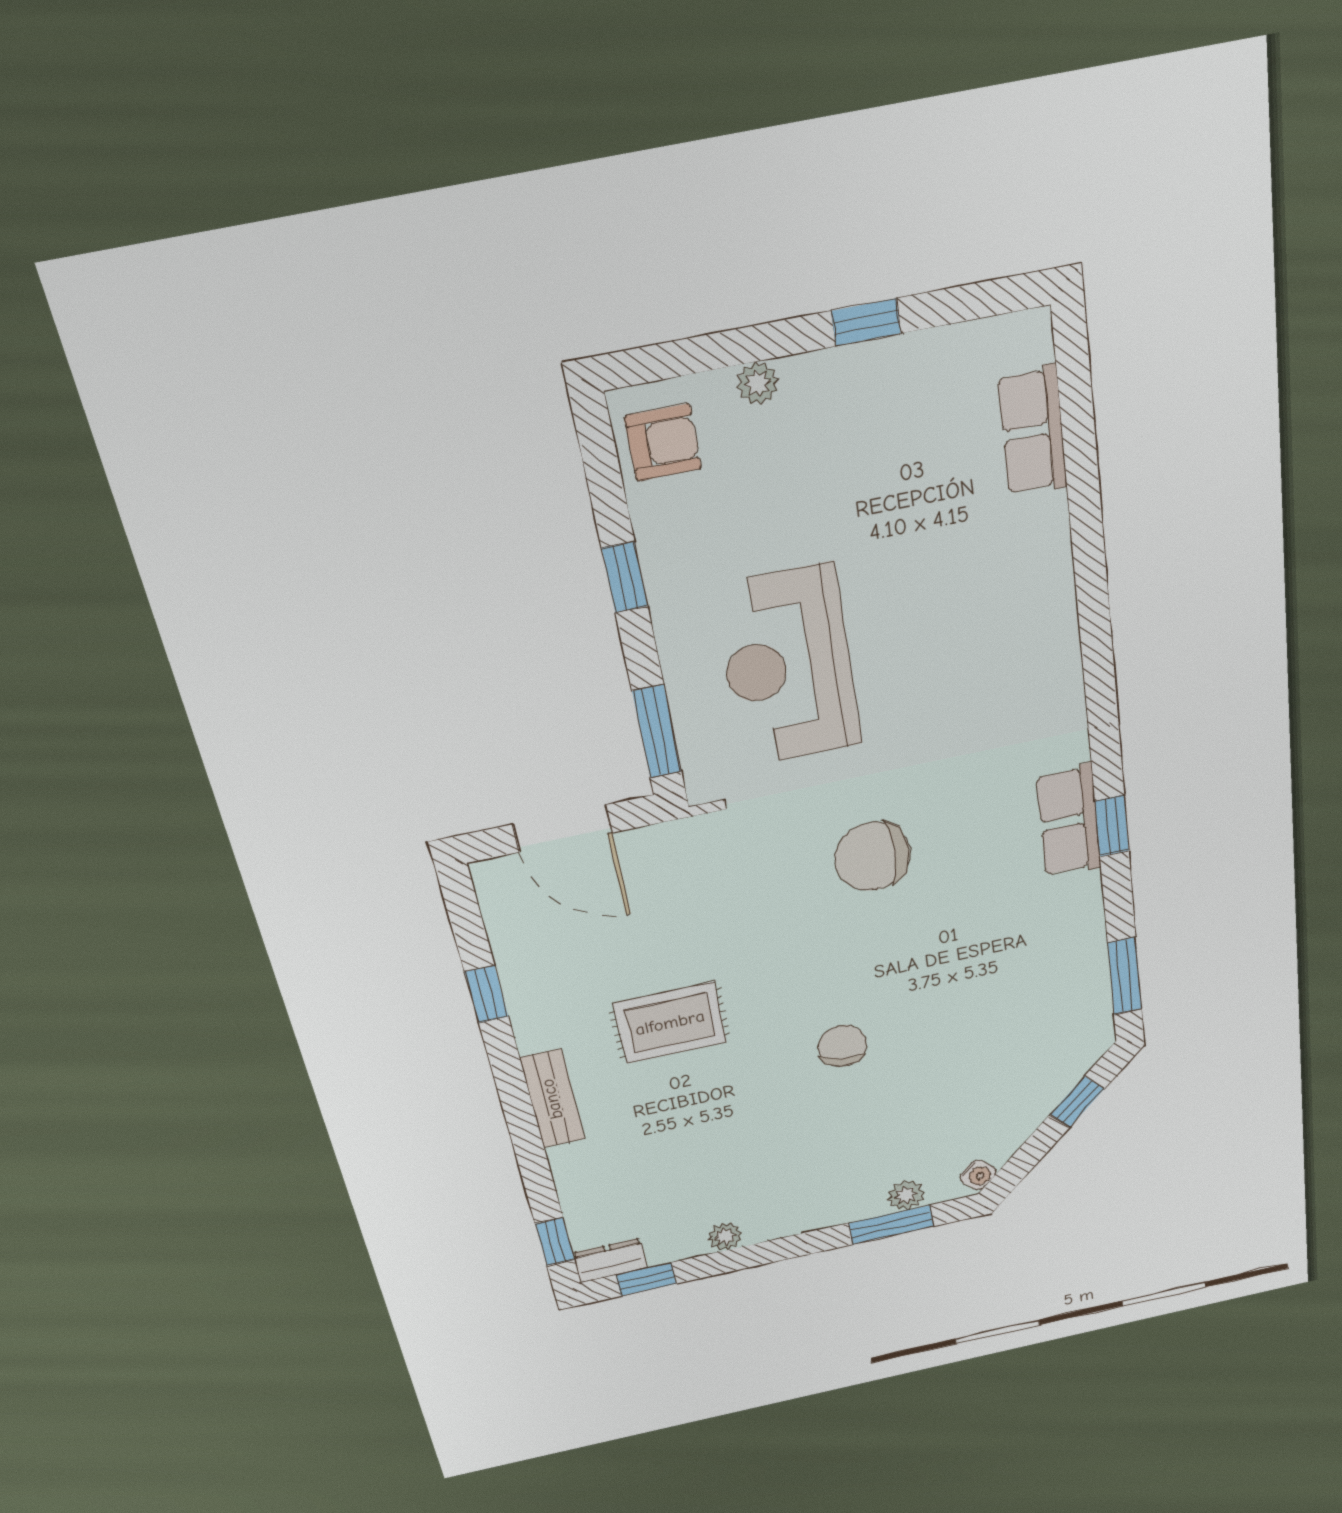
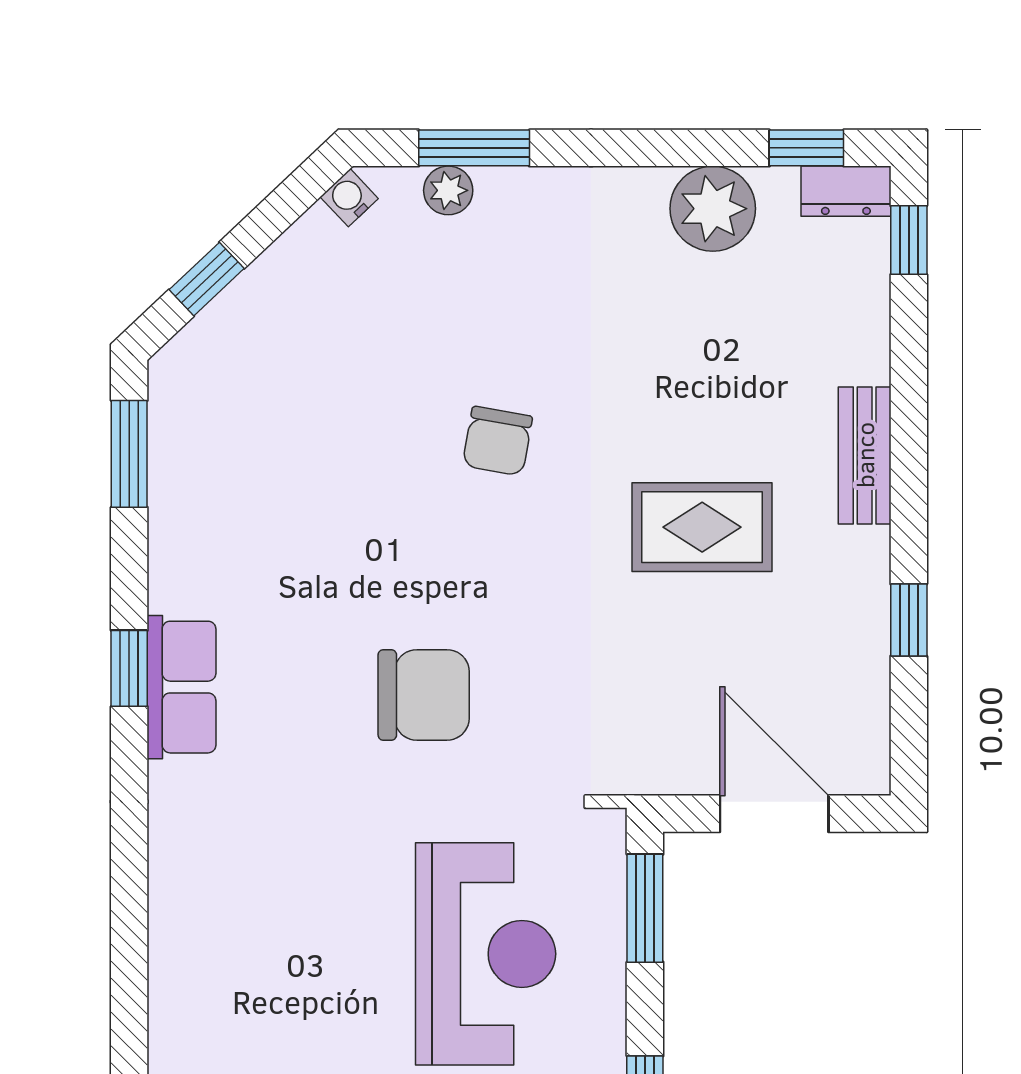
plant: (725, 1236) -> (713, 209), width x1.87, depth x1.87

